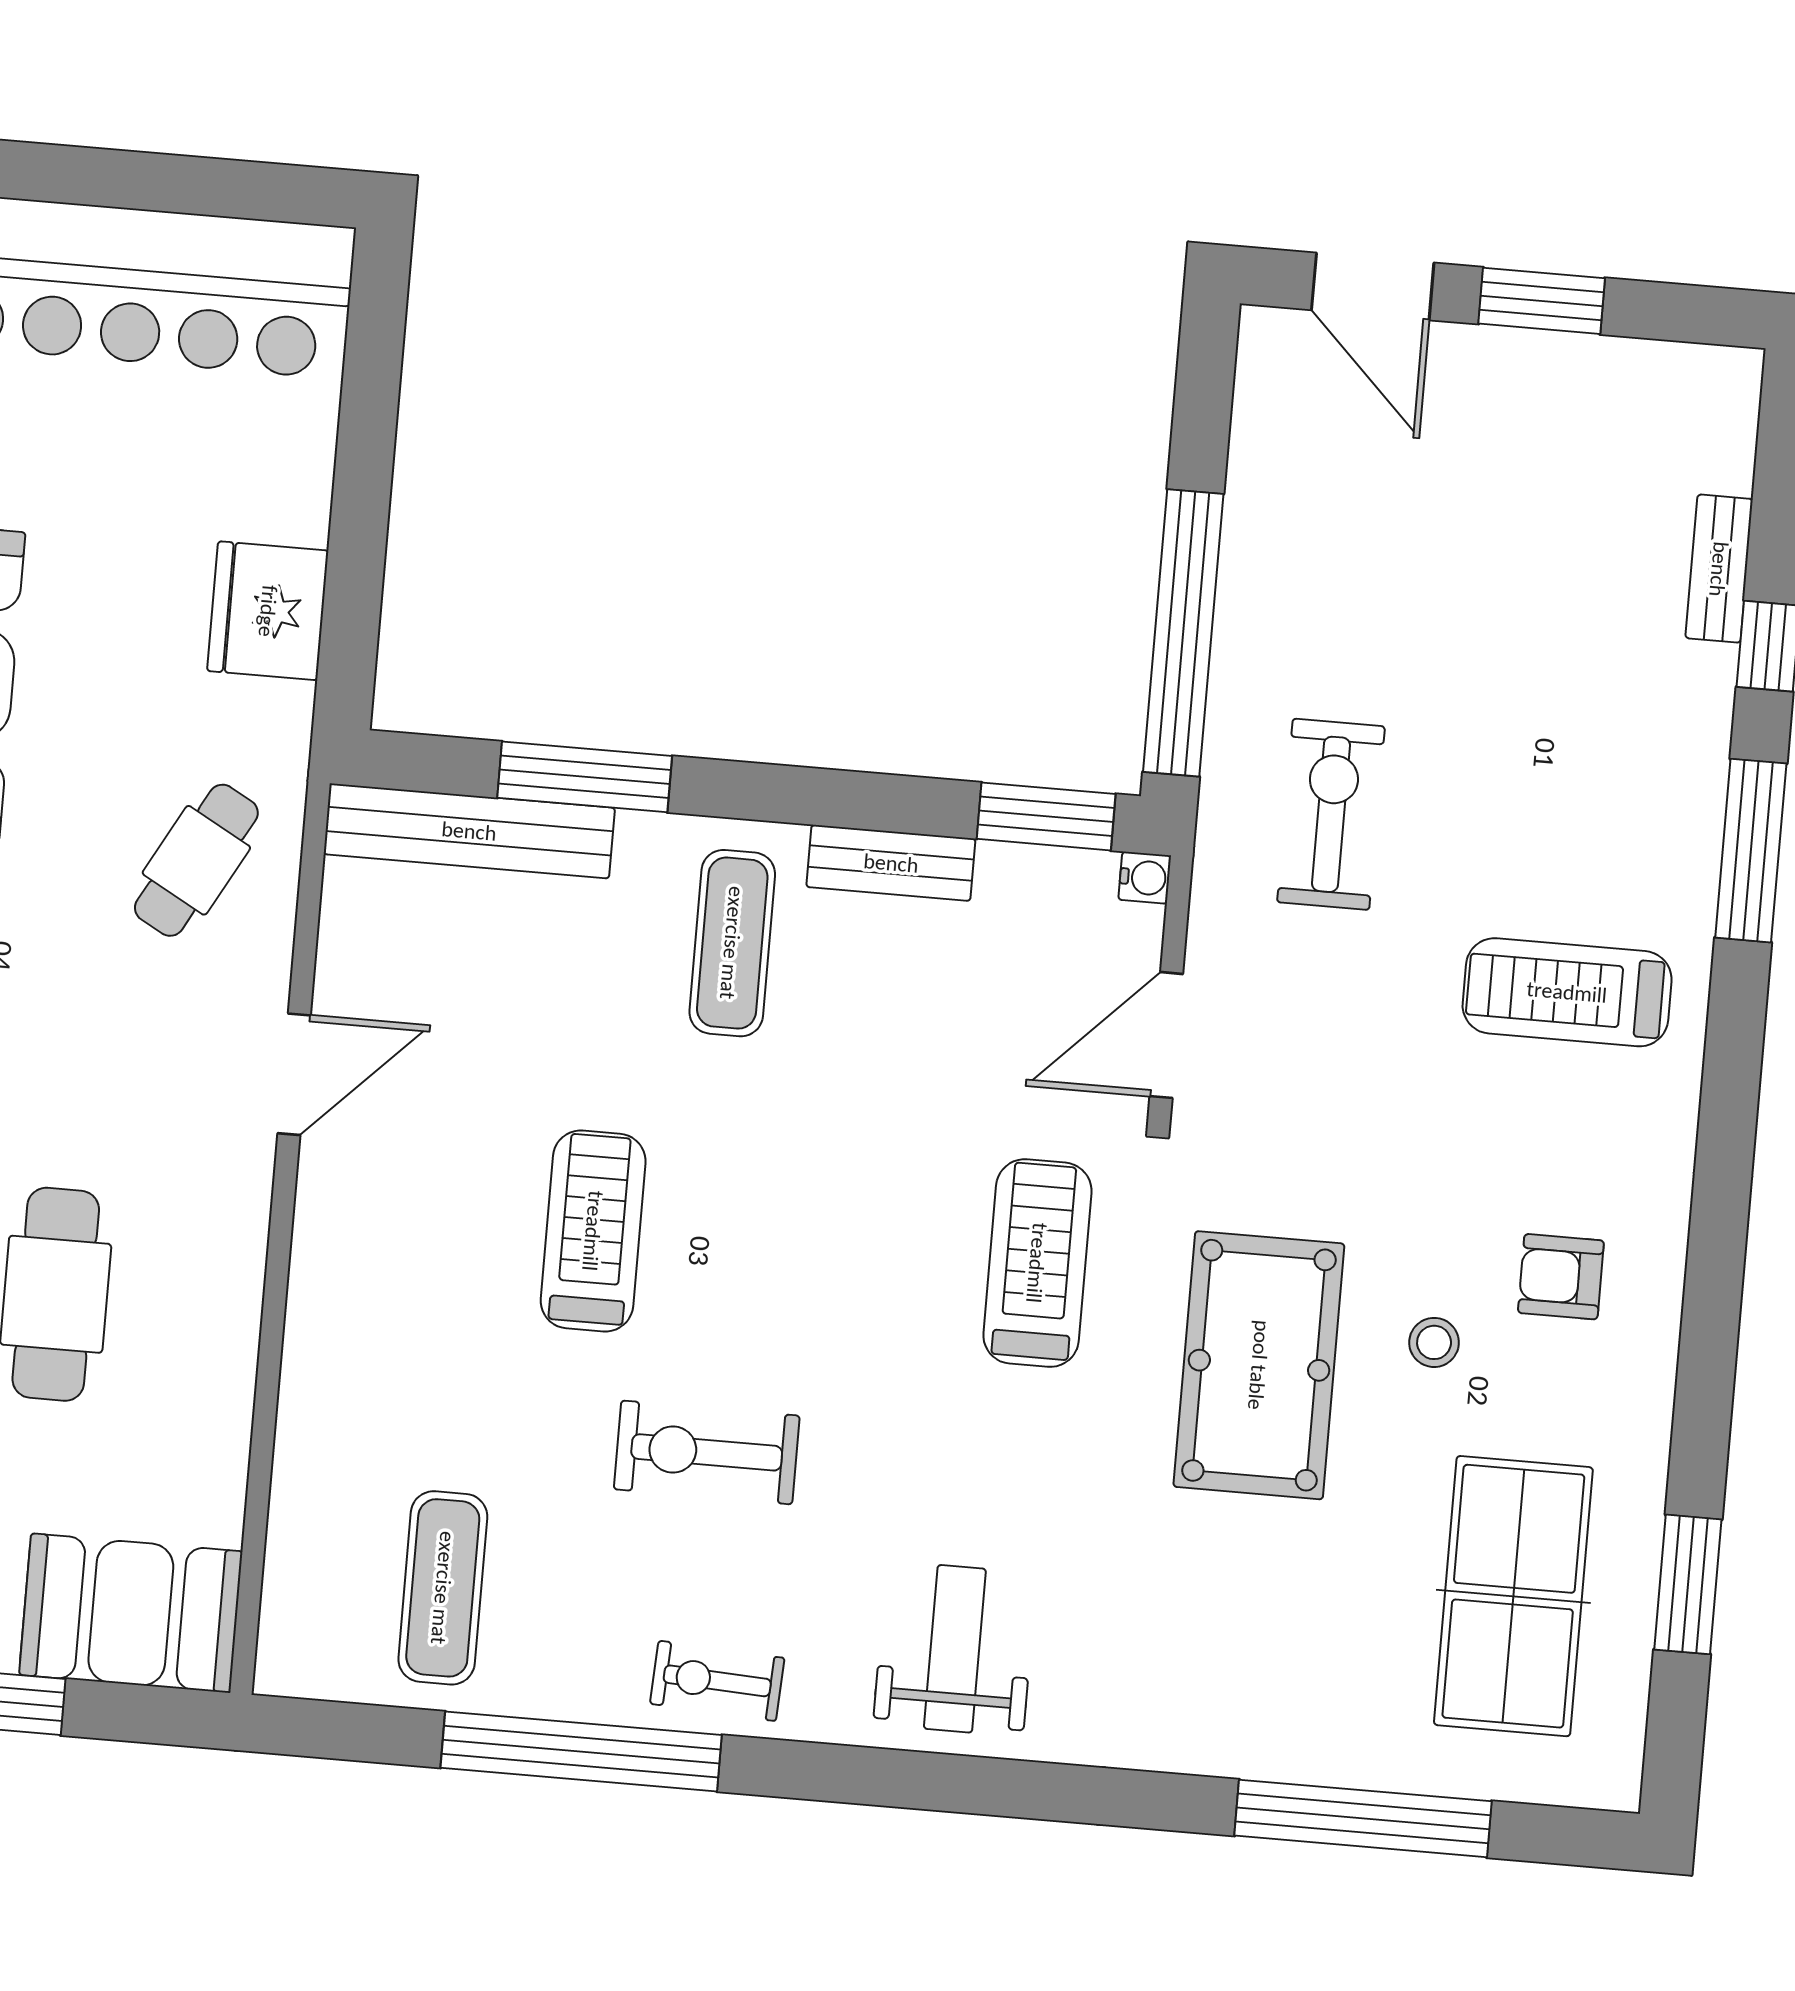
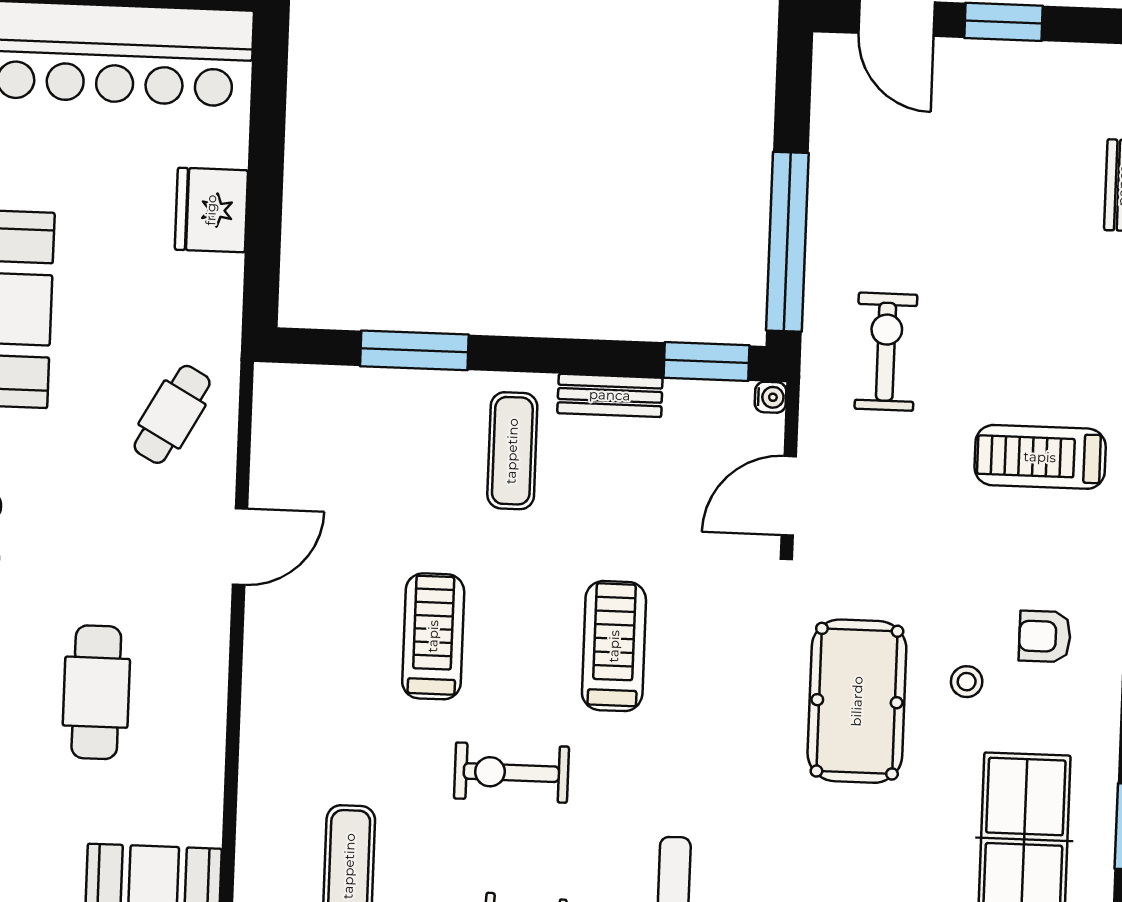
fridge: (268, 611) -> (211, 210), moved
bench: (469, 831) -> (343, 388), removed
treadmill: (1037, 1263) -> (614, 646), moved

